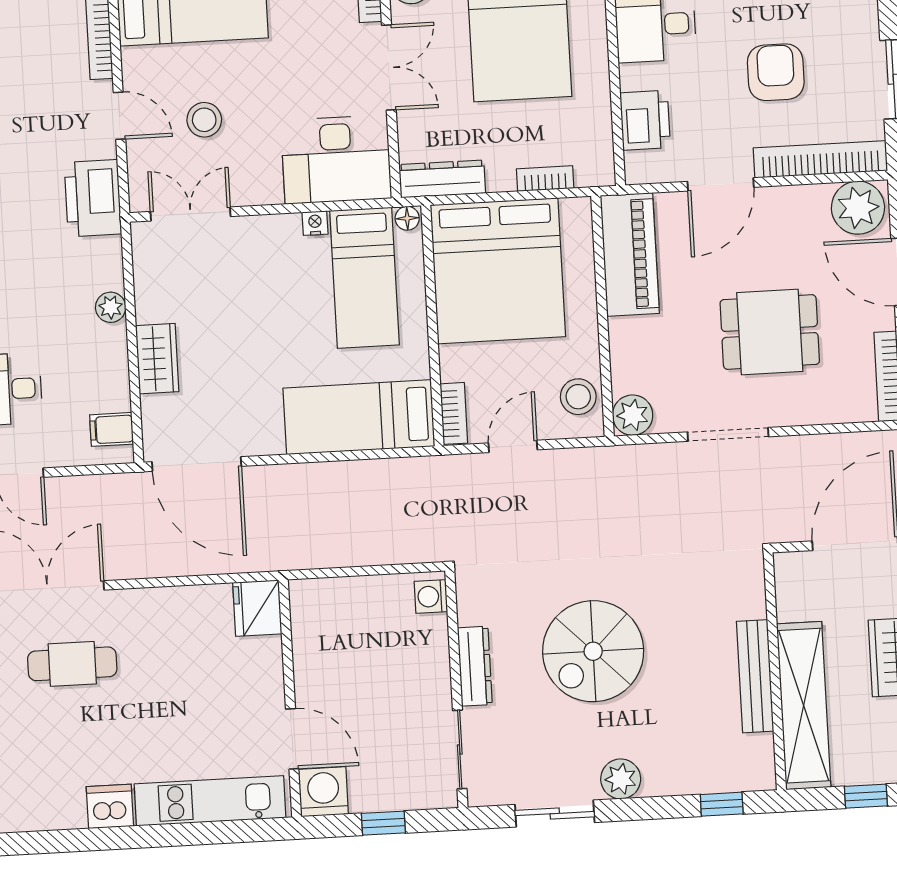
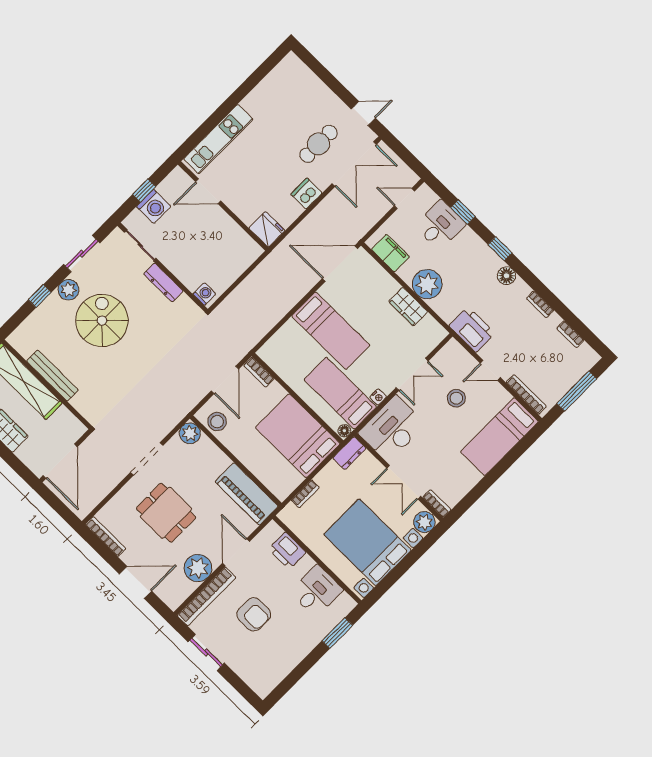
dresser: (442, 179) -> (349, 453), width x0.70
plant: (858, 208) -> (198, 568), moved
double door: (190, 214) -> (412, 374), moved
bed: (498, 271) -> (298, 436), width x0.73
plant: (111, 307) -> (427, 284), width x1.87, depth x1.87
dining table: (770, 332) -> (166, 513), turned 90
wardrobe: (157, 359) -> (408, 307), moved
bed: (359, 417) -> (331, 331), moved, turned 90
filing cabinet: (111, 429) -> (390, 253), width x2.00
door: (513, 446) -> (225, 380), width x1.38
spiral stairs: (593, 651) -> (102, 321), moved
washing machine: (323, 792) -> (154, 206), moved
window: (722, 804) -> (40, 296), moved
dishwasher: (110, 806) -> (307, 194), moved, turned 180

